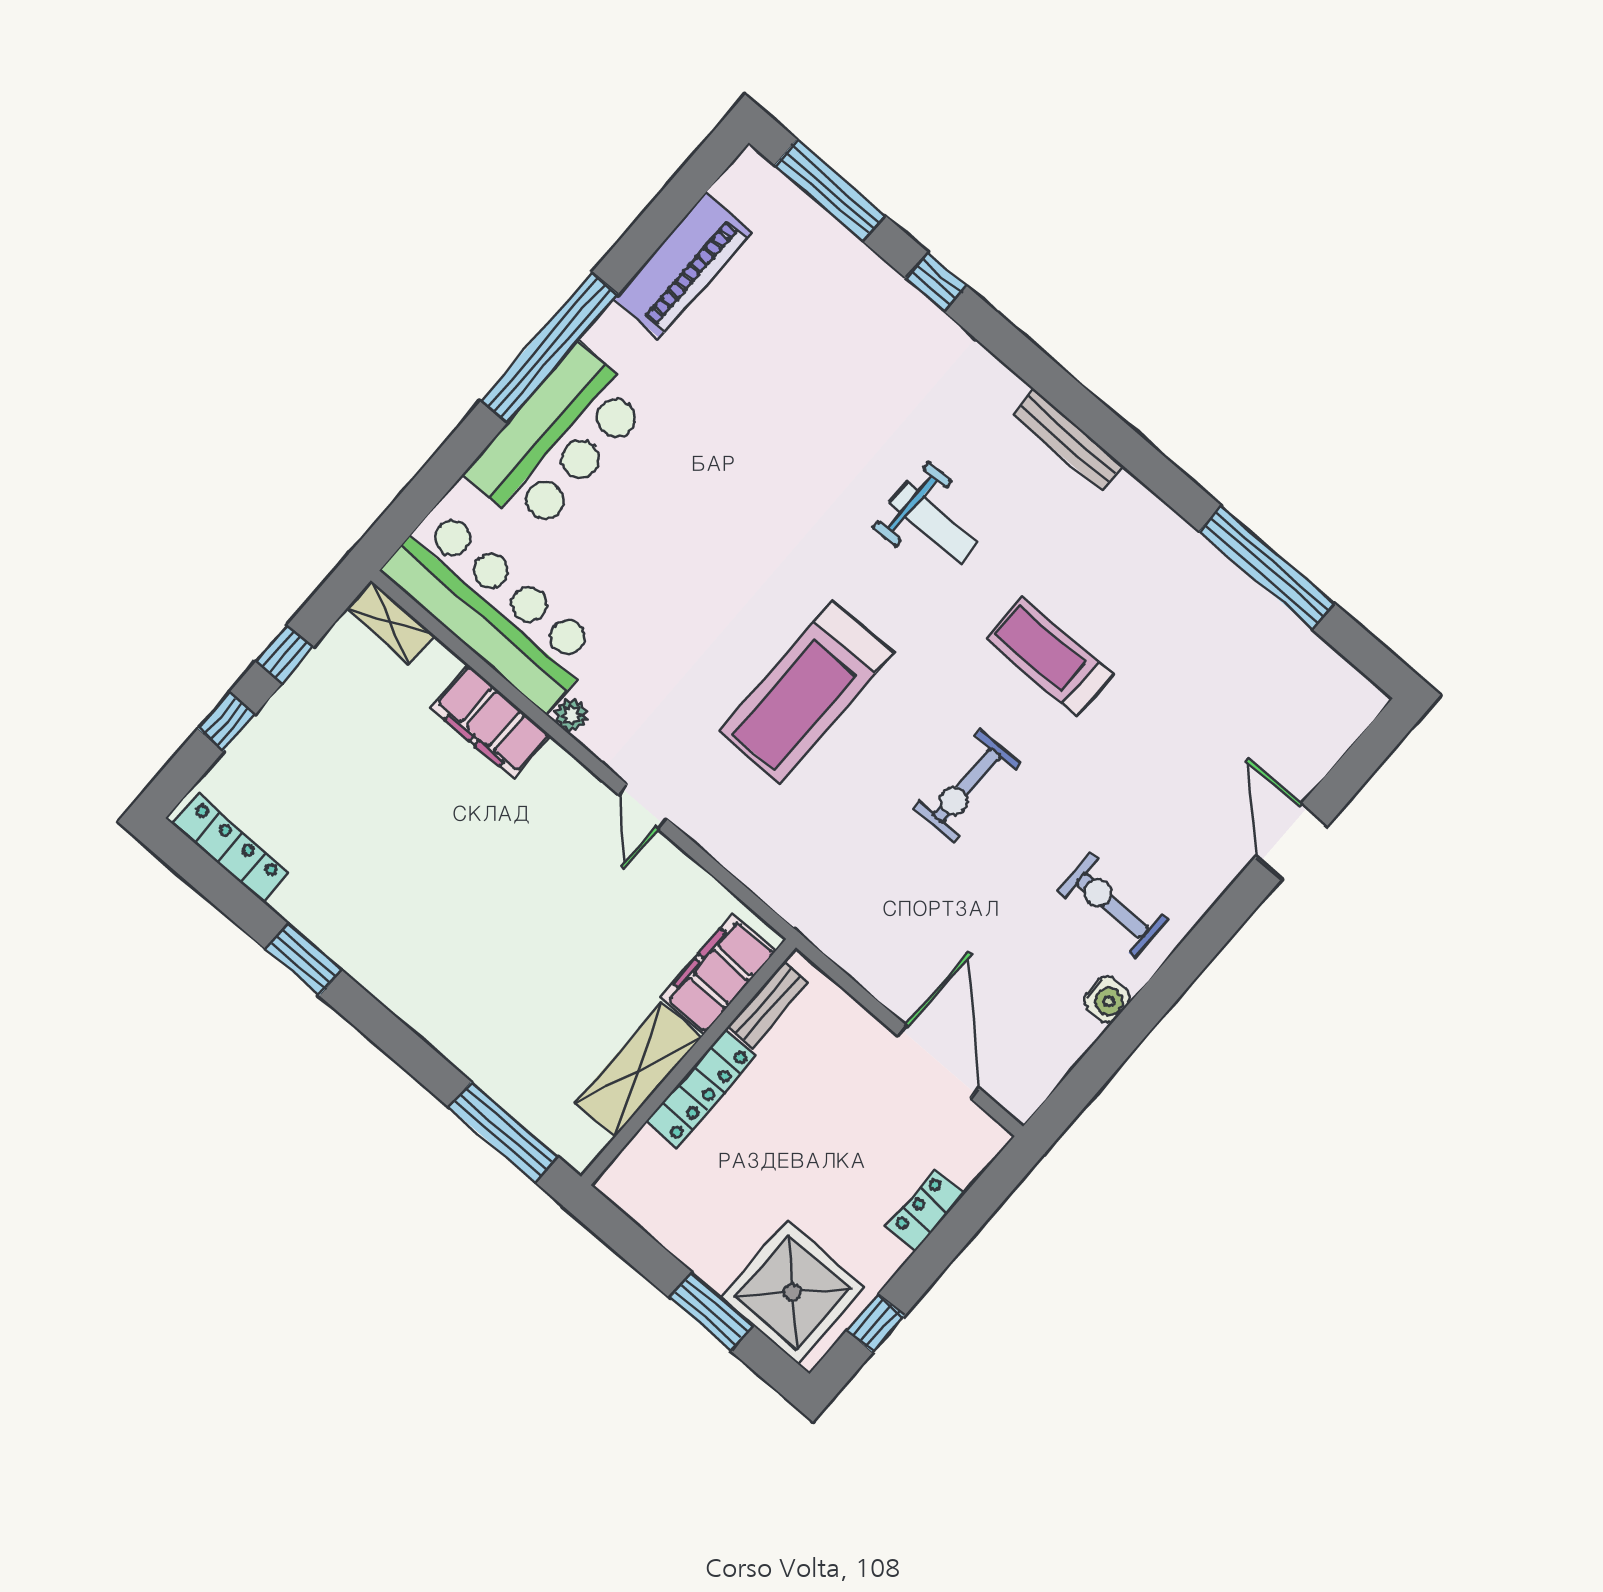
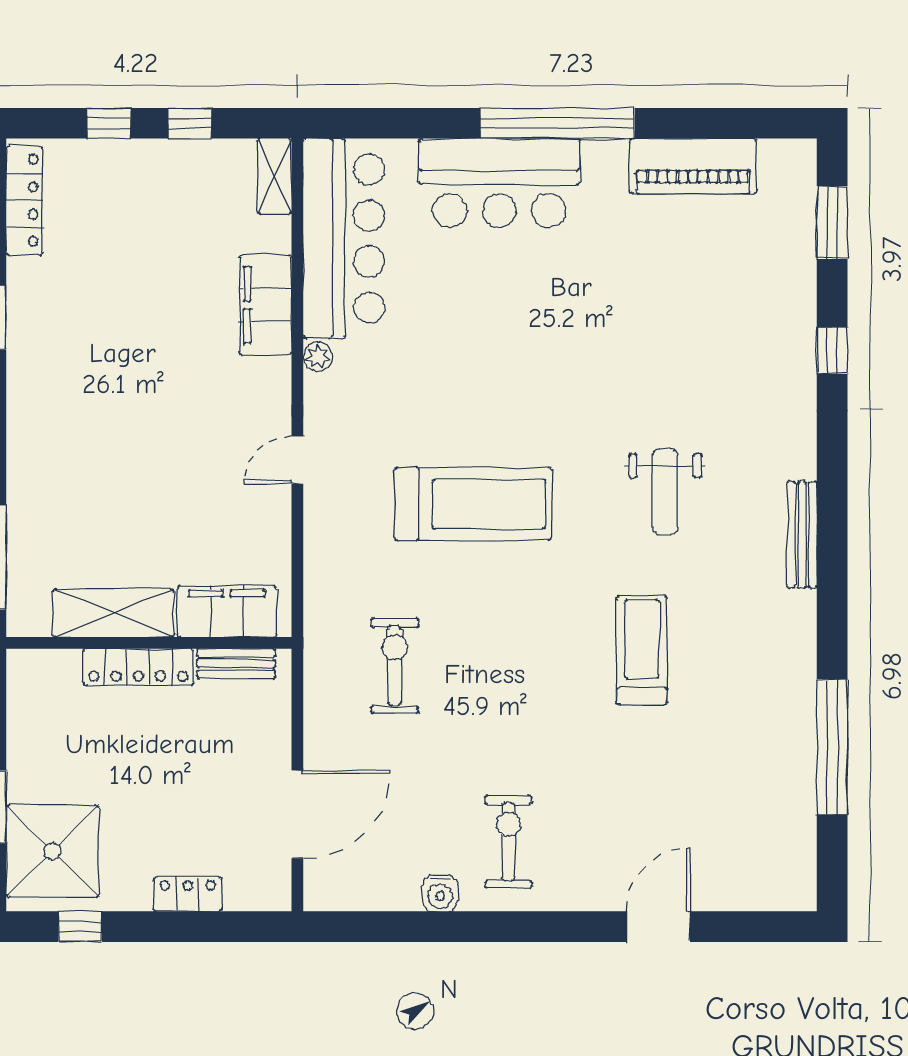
window: (830, 190) -> (832, 223), width x0.69
treadmill: (806, 692) -> (473, 504), turned 180
exercise bike: (967, 786) -> (395, 666), moved, turned 90

